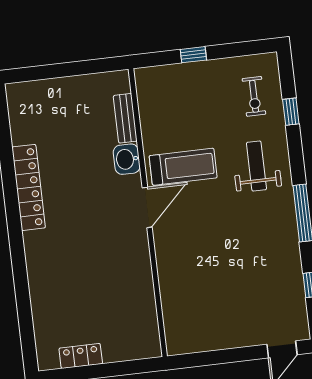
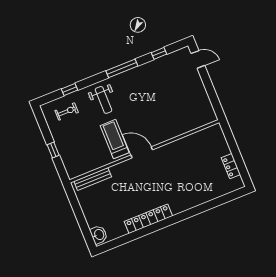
bench: (125, 118) -> (93, 179), width x1.36
washbasin: (127, 159) -> (99, 235), moved, turned -90
weight bench: (256, 166) -> (104, 100), turned -90

